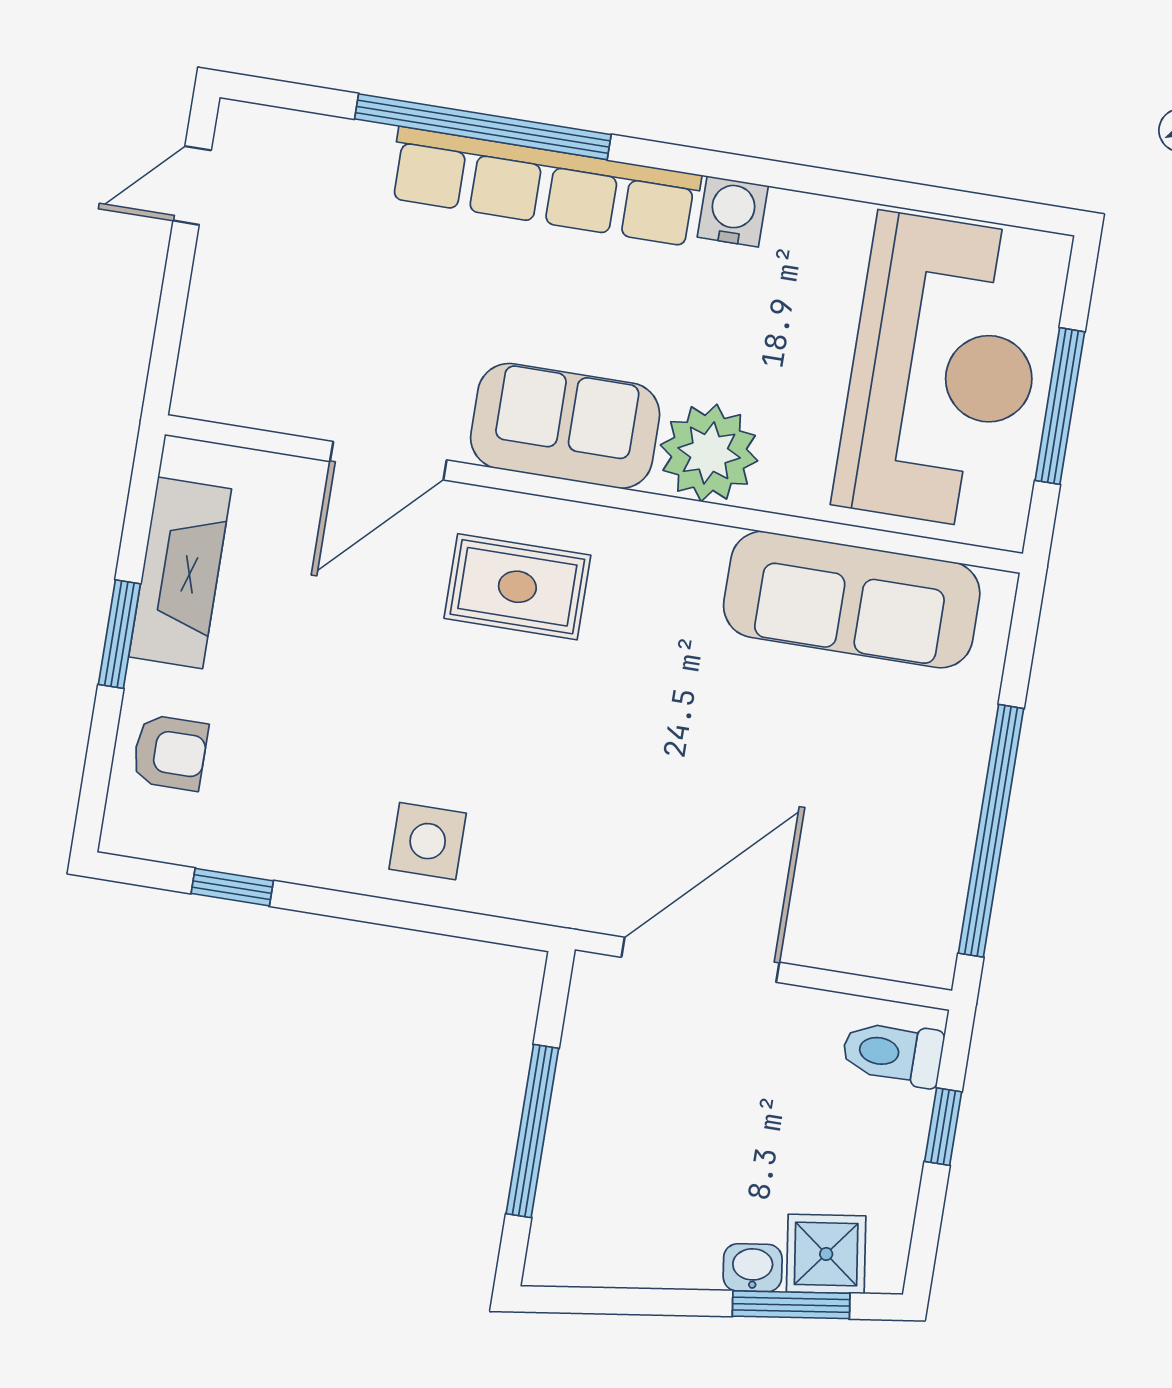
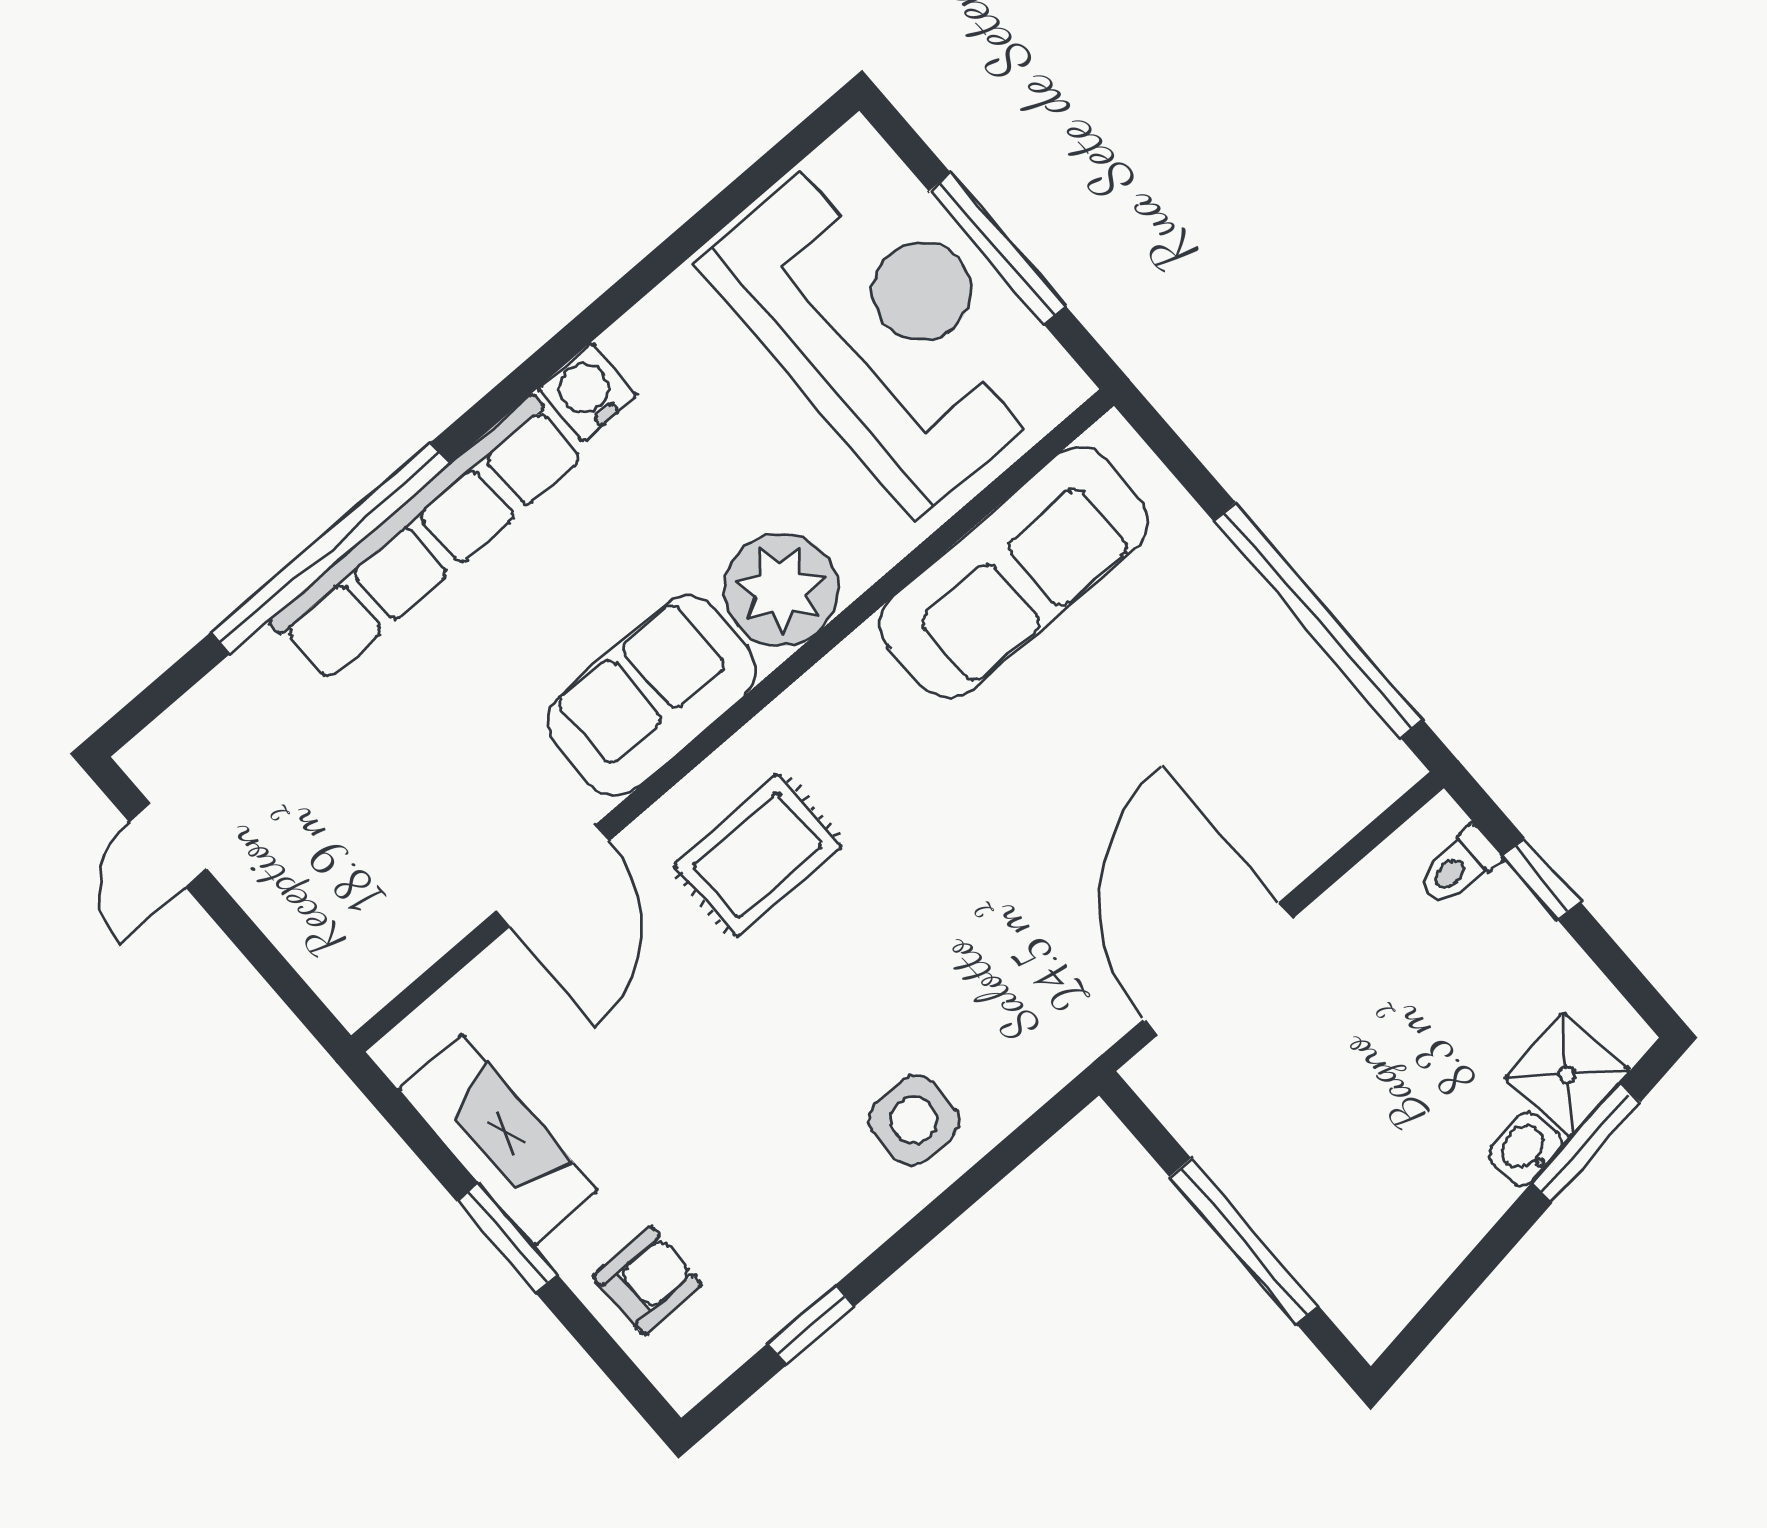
toilet: (893, 1053) -> (1458, 866), width x0.73, depth x0.72

